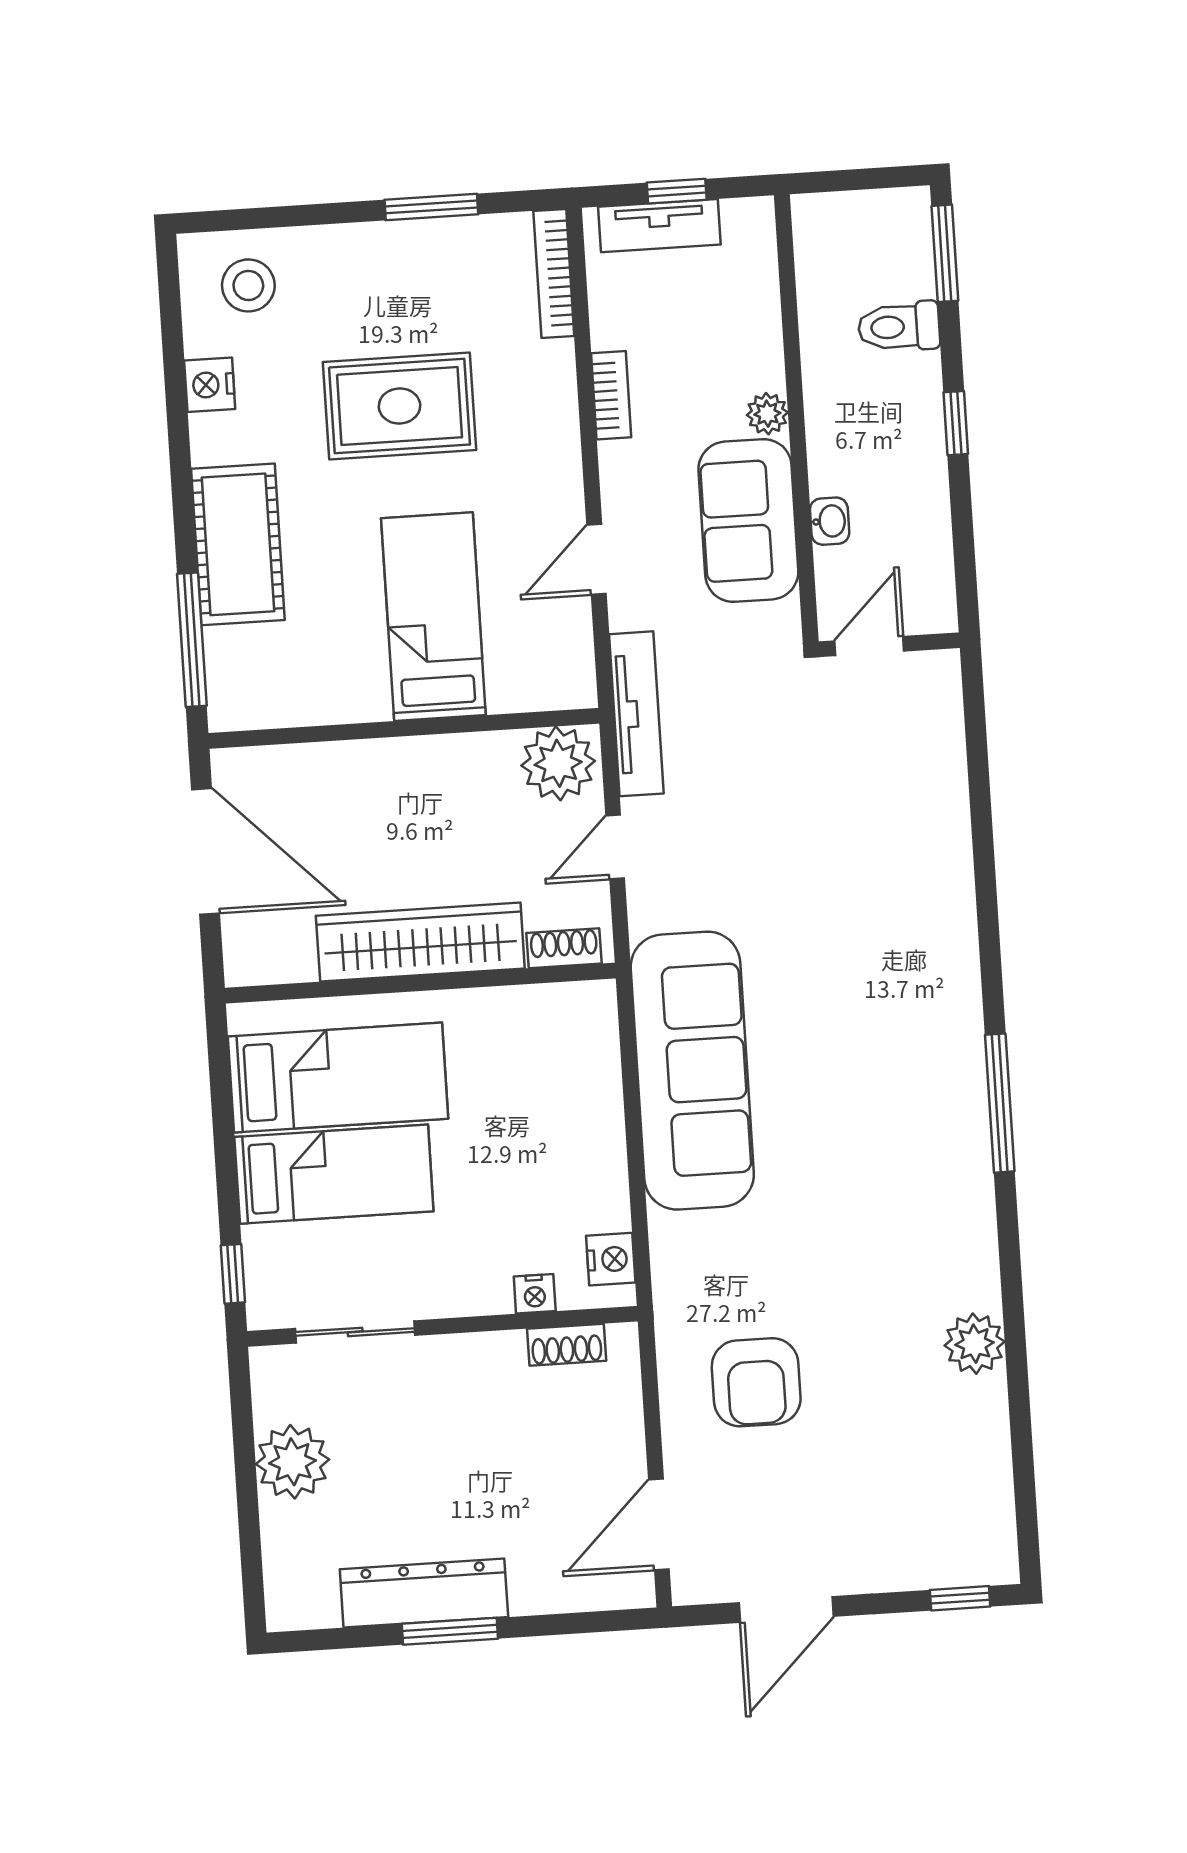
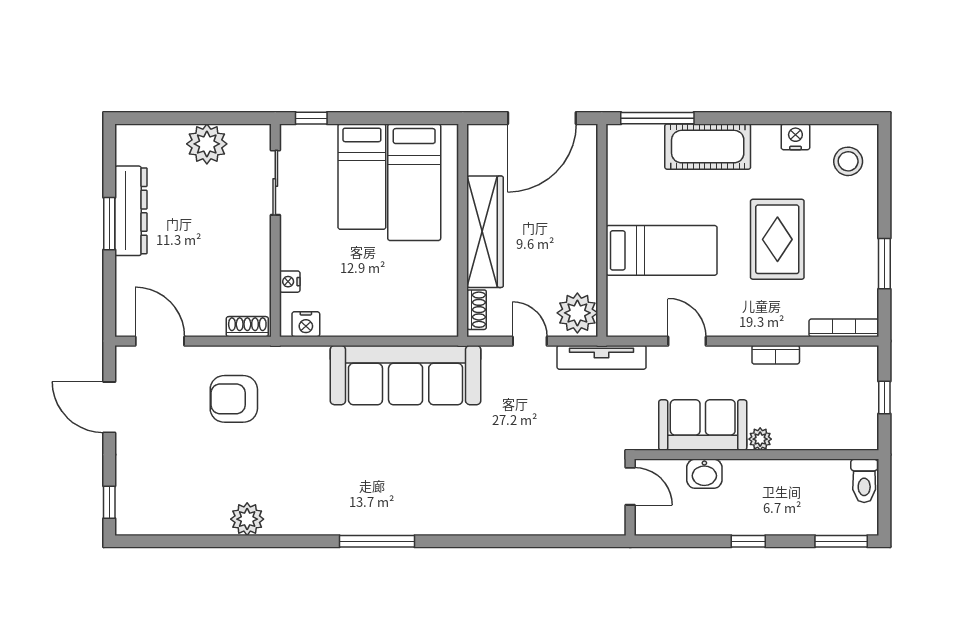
tv unit: (659, 226) -> (866, 387), removed
toilet: (899, 327) -> (864, 481), moved, turned 180
washbasin: (830, 521) -> (704, 474), width x1.38, depth x1.45
shoe rack: (567, 1345) -> (247, 327), moved, turned 90

